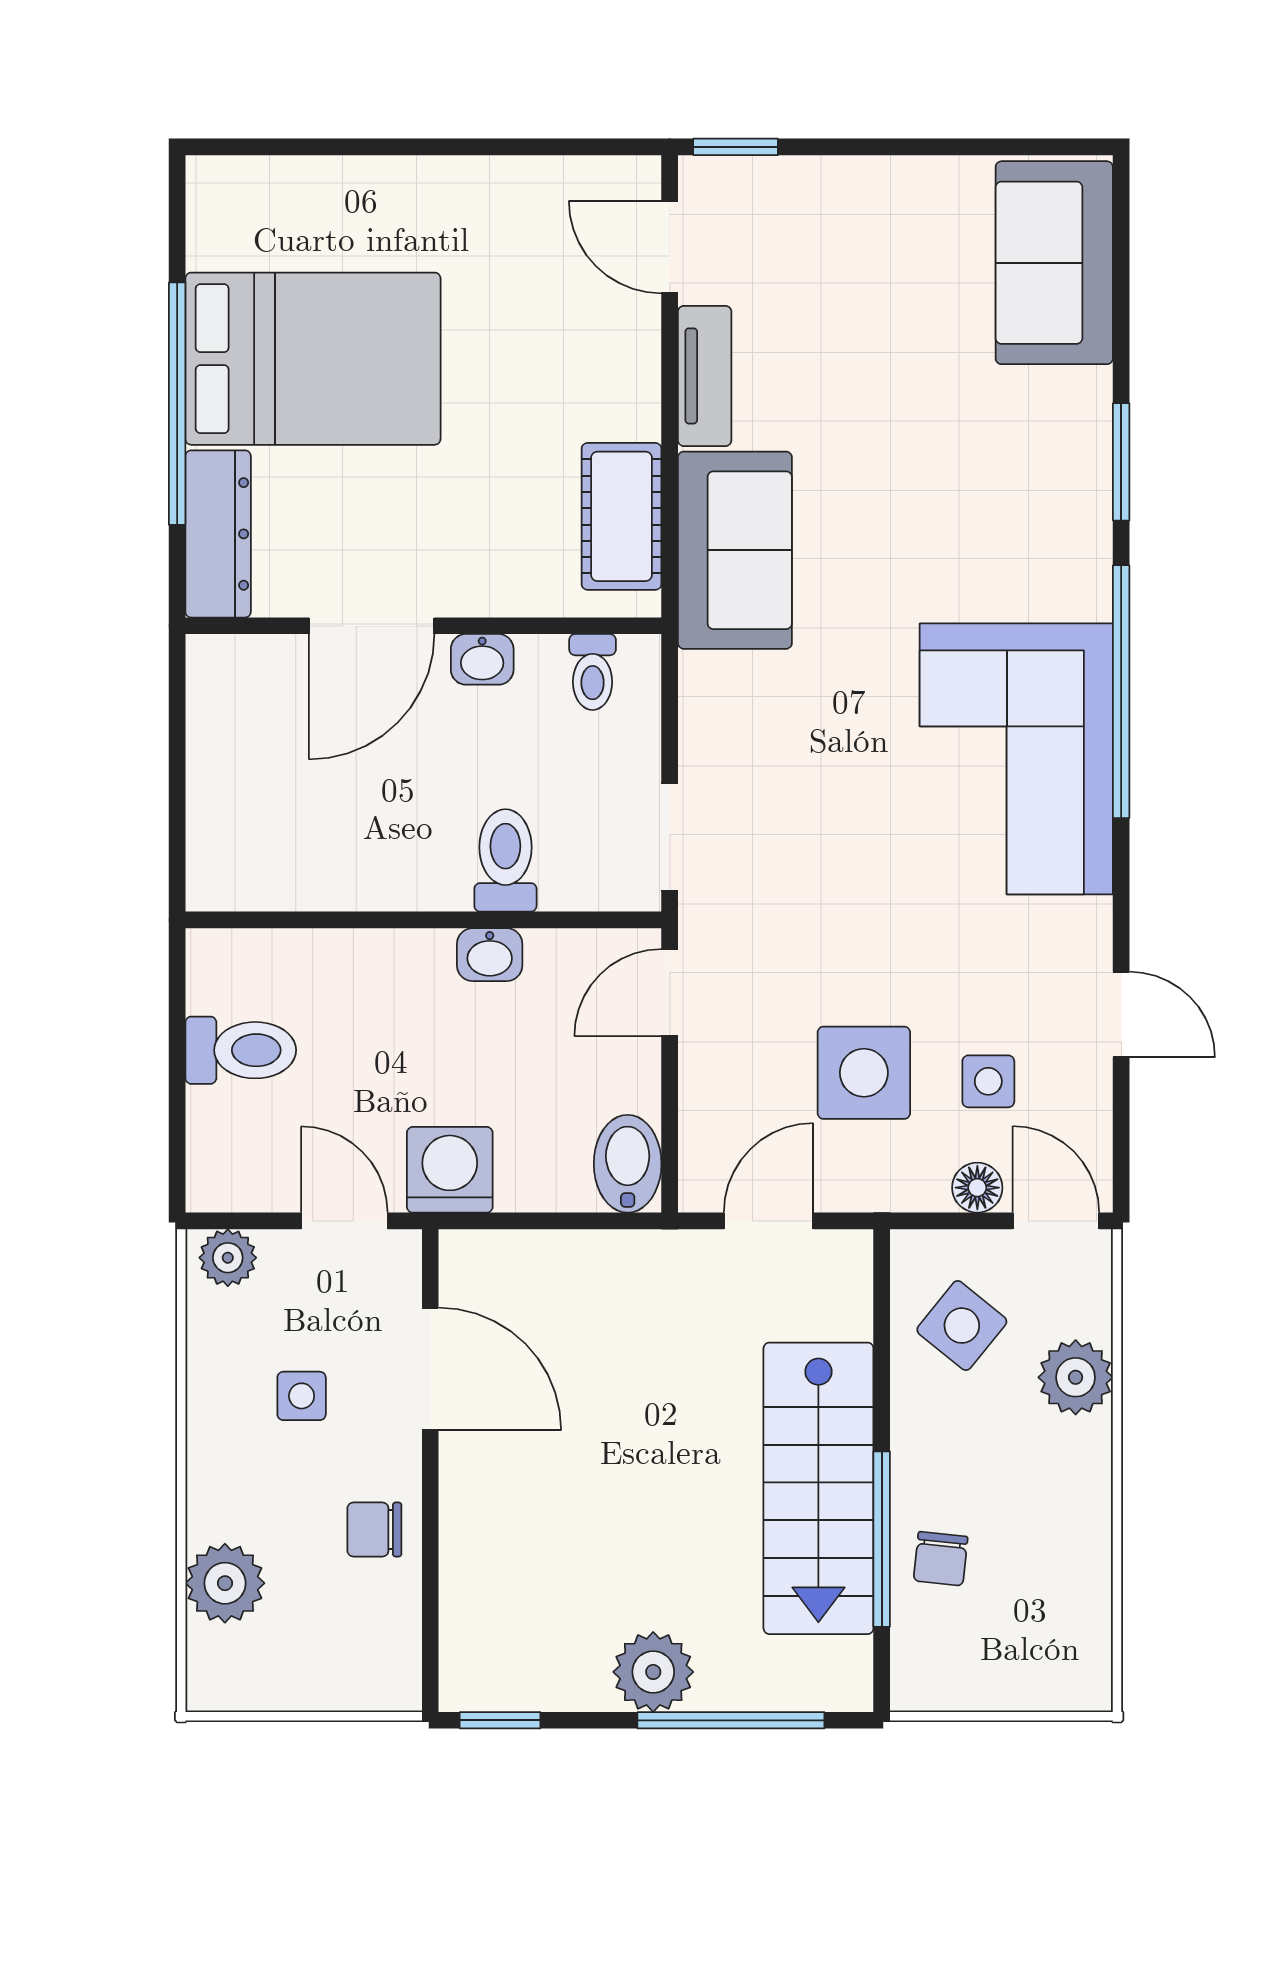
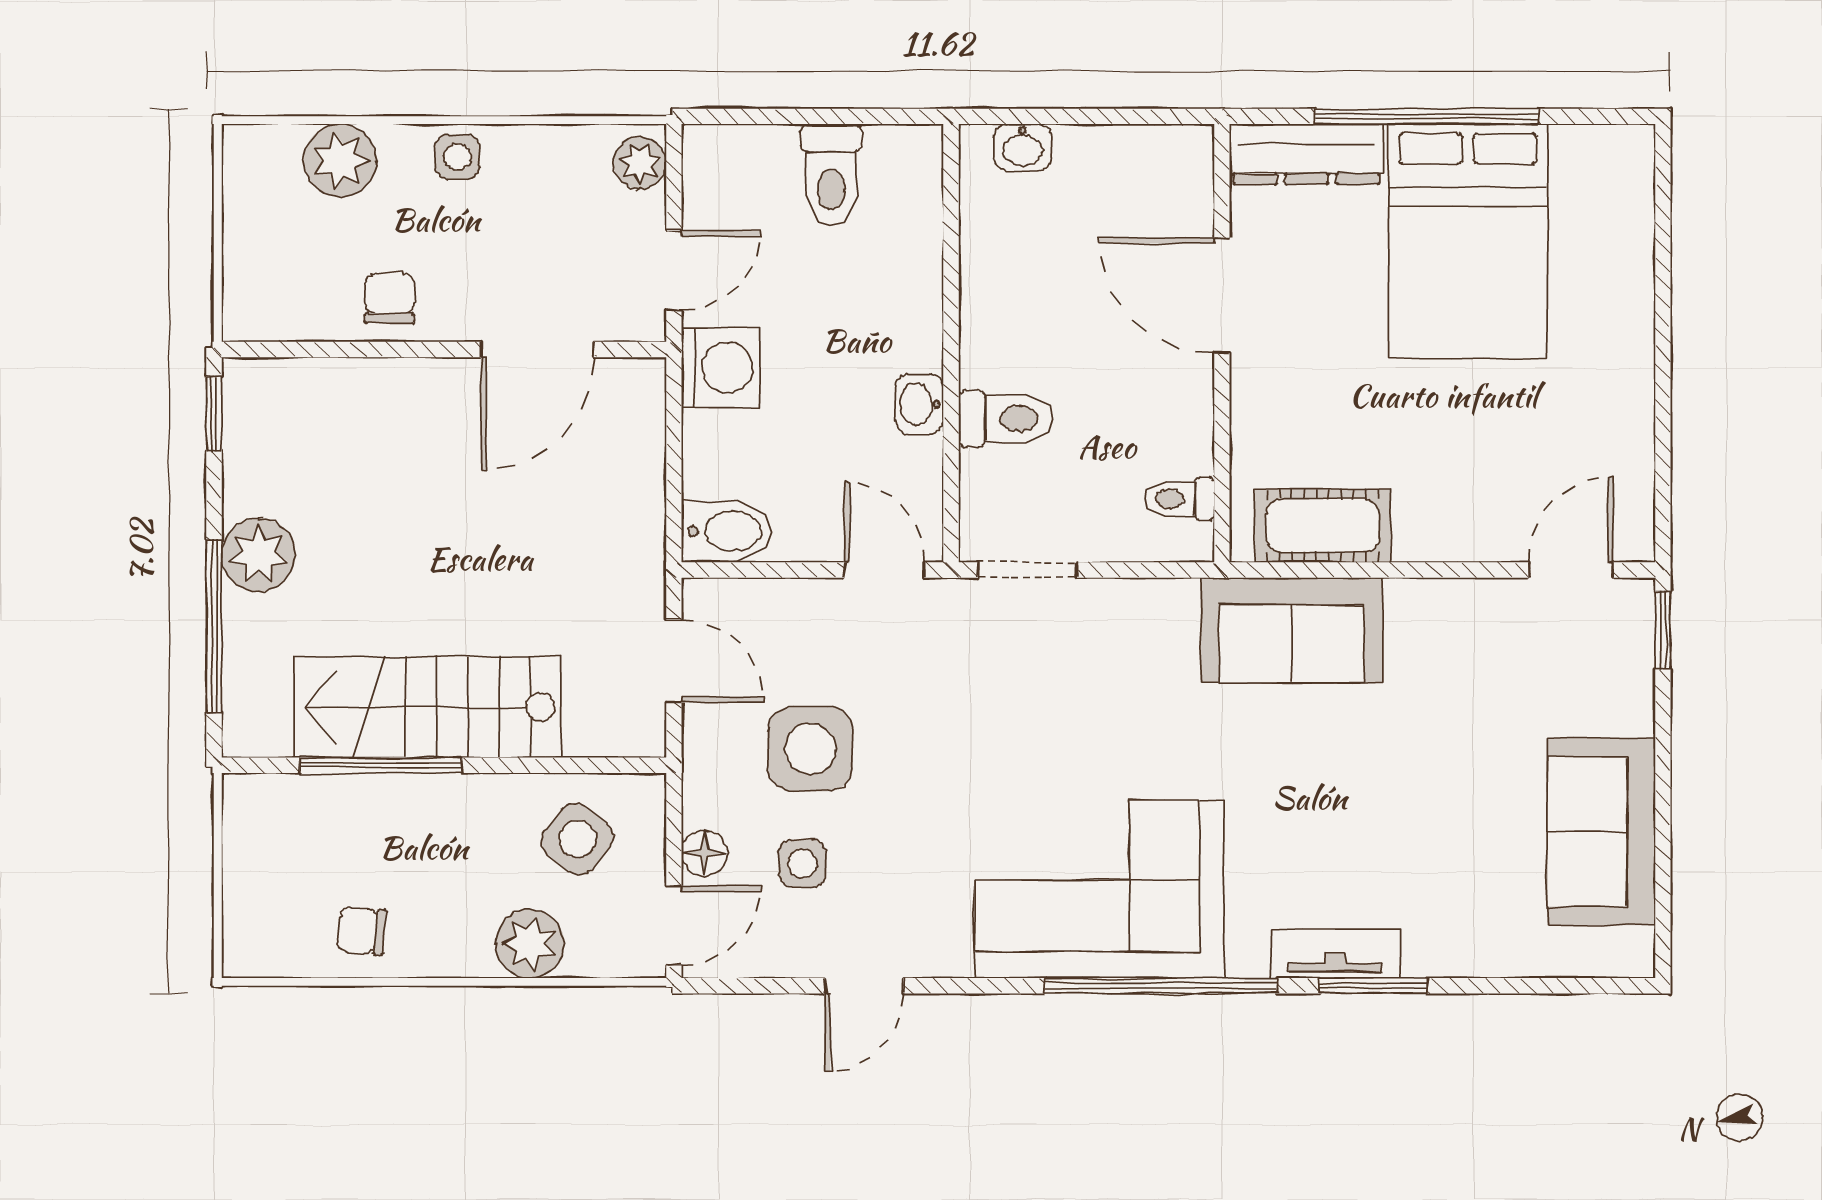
sofa: (1054, 263) -> (1601, 832), moved, turned -90
tv unit: (705, 376) -> (1335, 954), moved, turned 180
washbasin: (482, 659) -> (1023, 147), moved, turned -90
side table: (302, 1396) -> (458, 157), moved
chair: (941, 1559) -> (362, 931), moved

